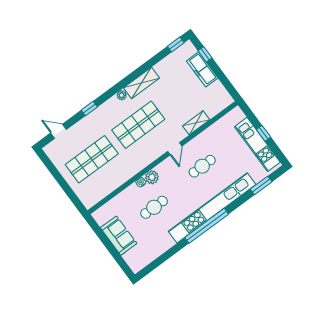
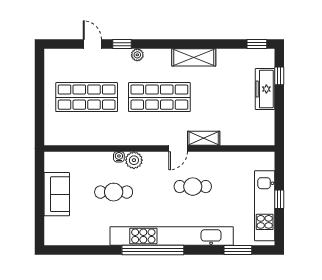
plant: (122, 95) -> (137, 55), moved
shelving: (196, 123) -> (204, 138), moved
door: (59, 131) -> (92, 44), moved

